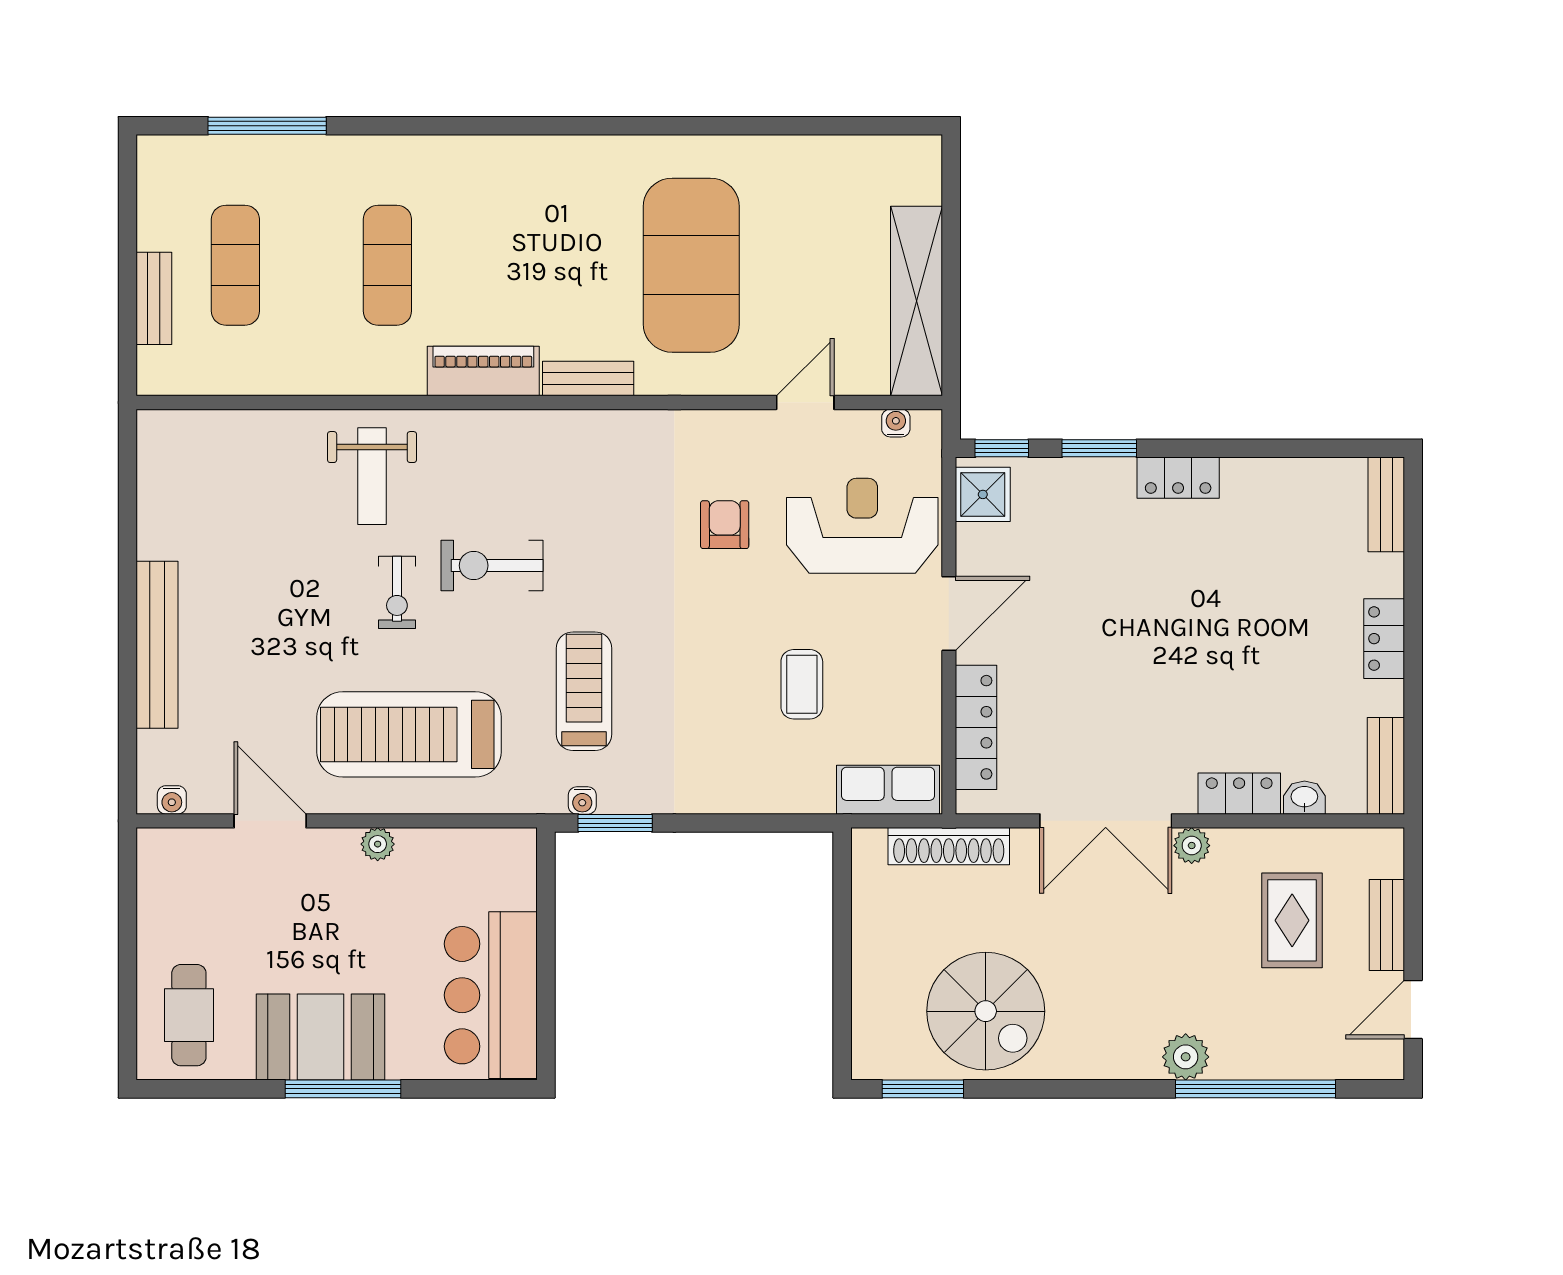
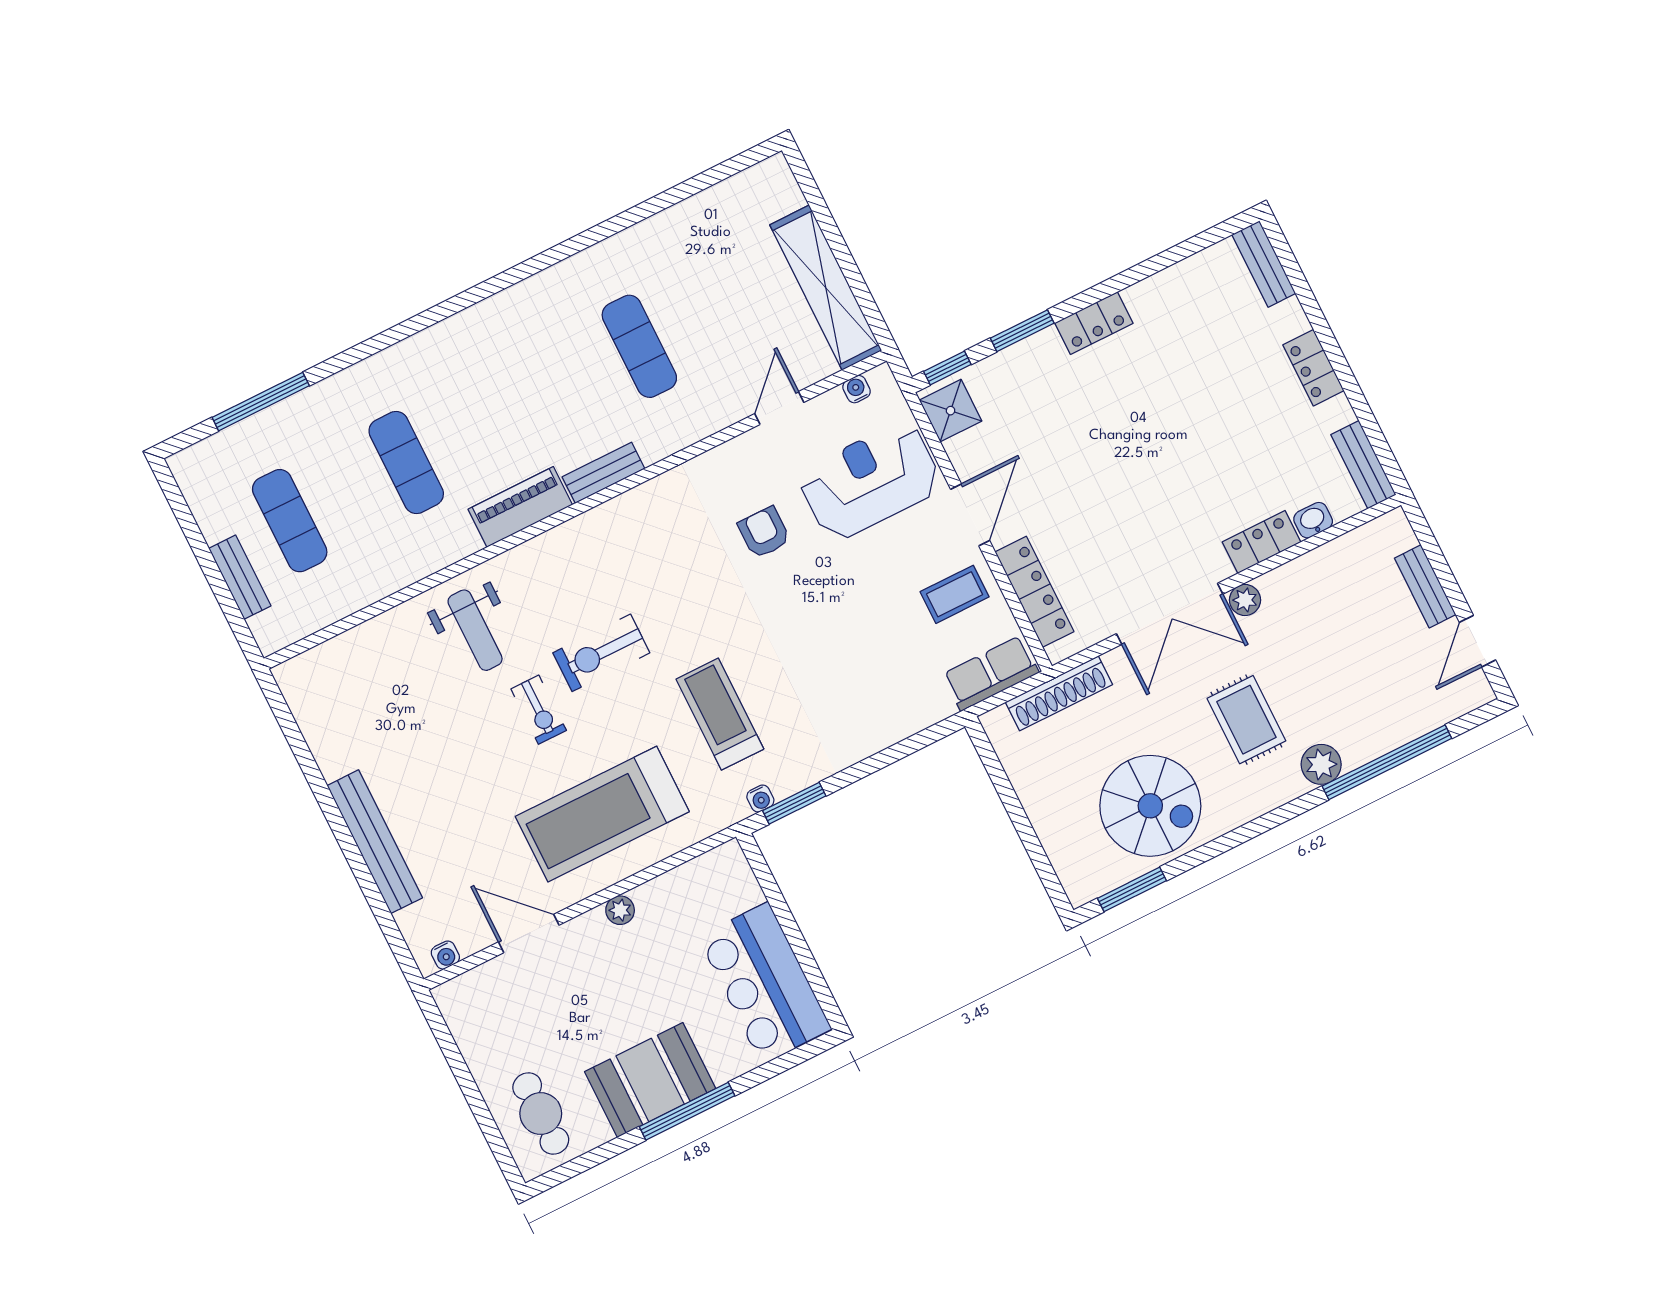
exercise mat: (691, 265) -> (639, 346), width x0.50, depth x0.69
coffee table: (802, 684) -> (955, 594), moved, turned 90
rug: (1292, 920) -> (1246, 720), moved

